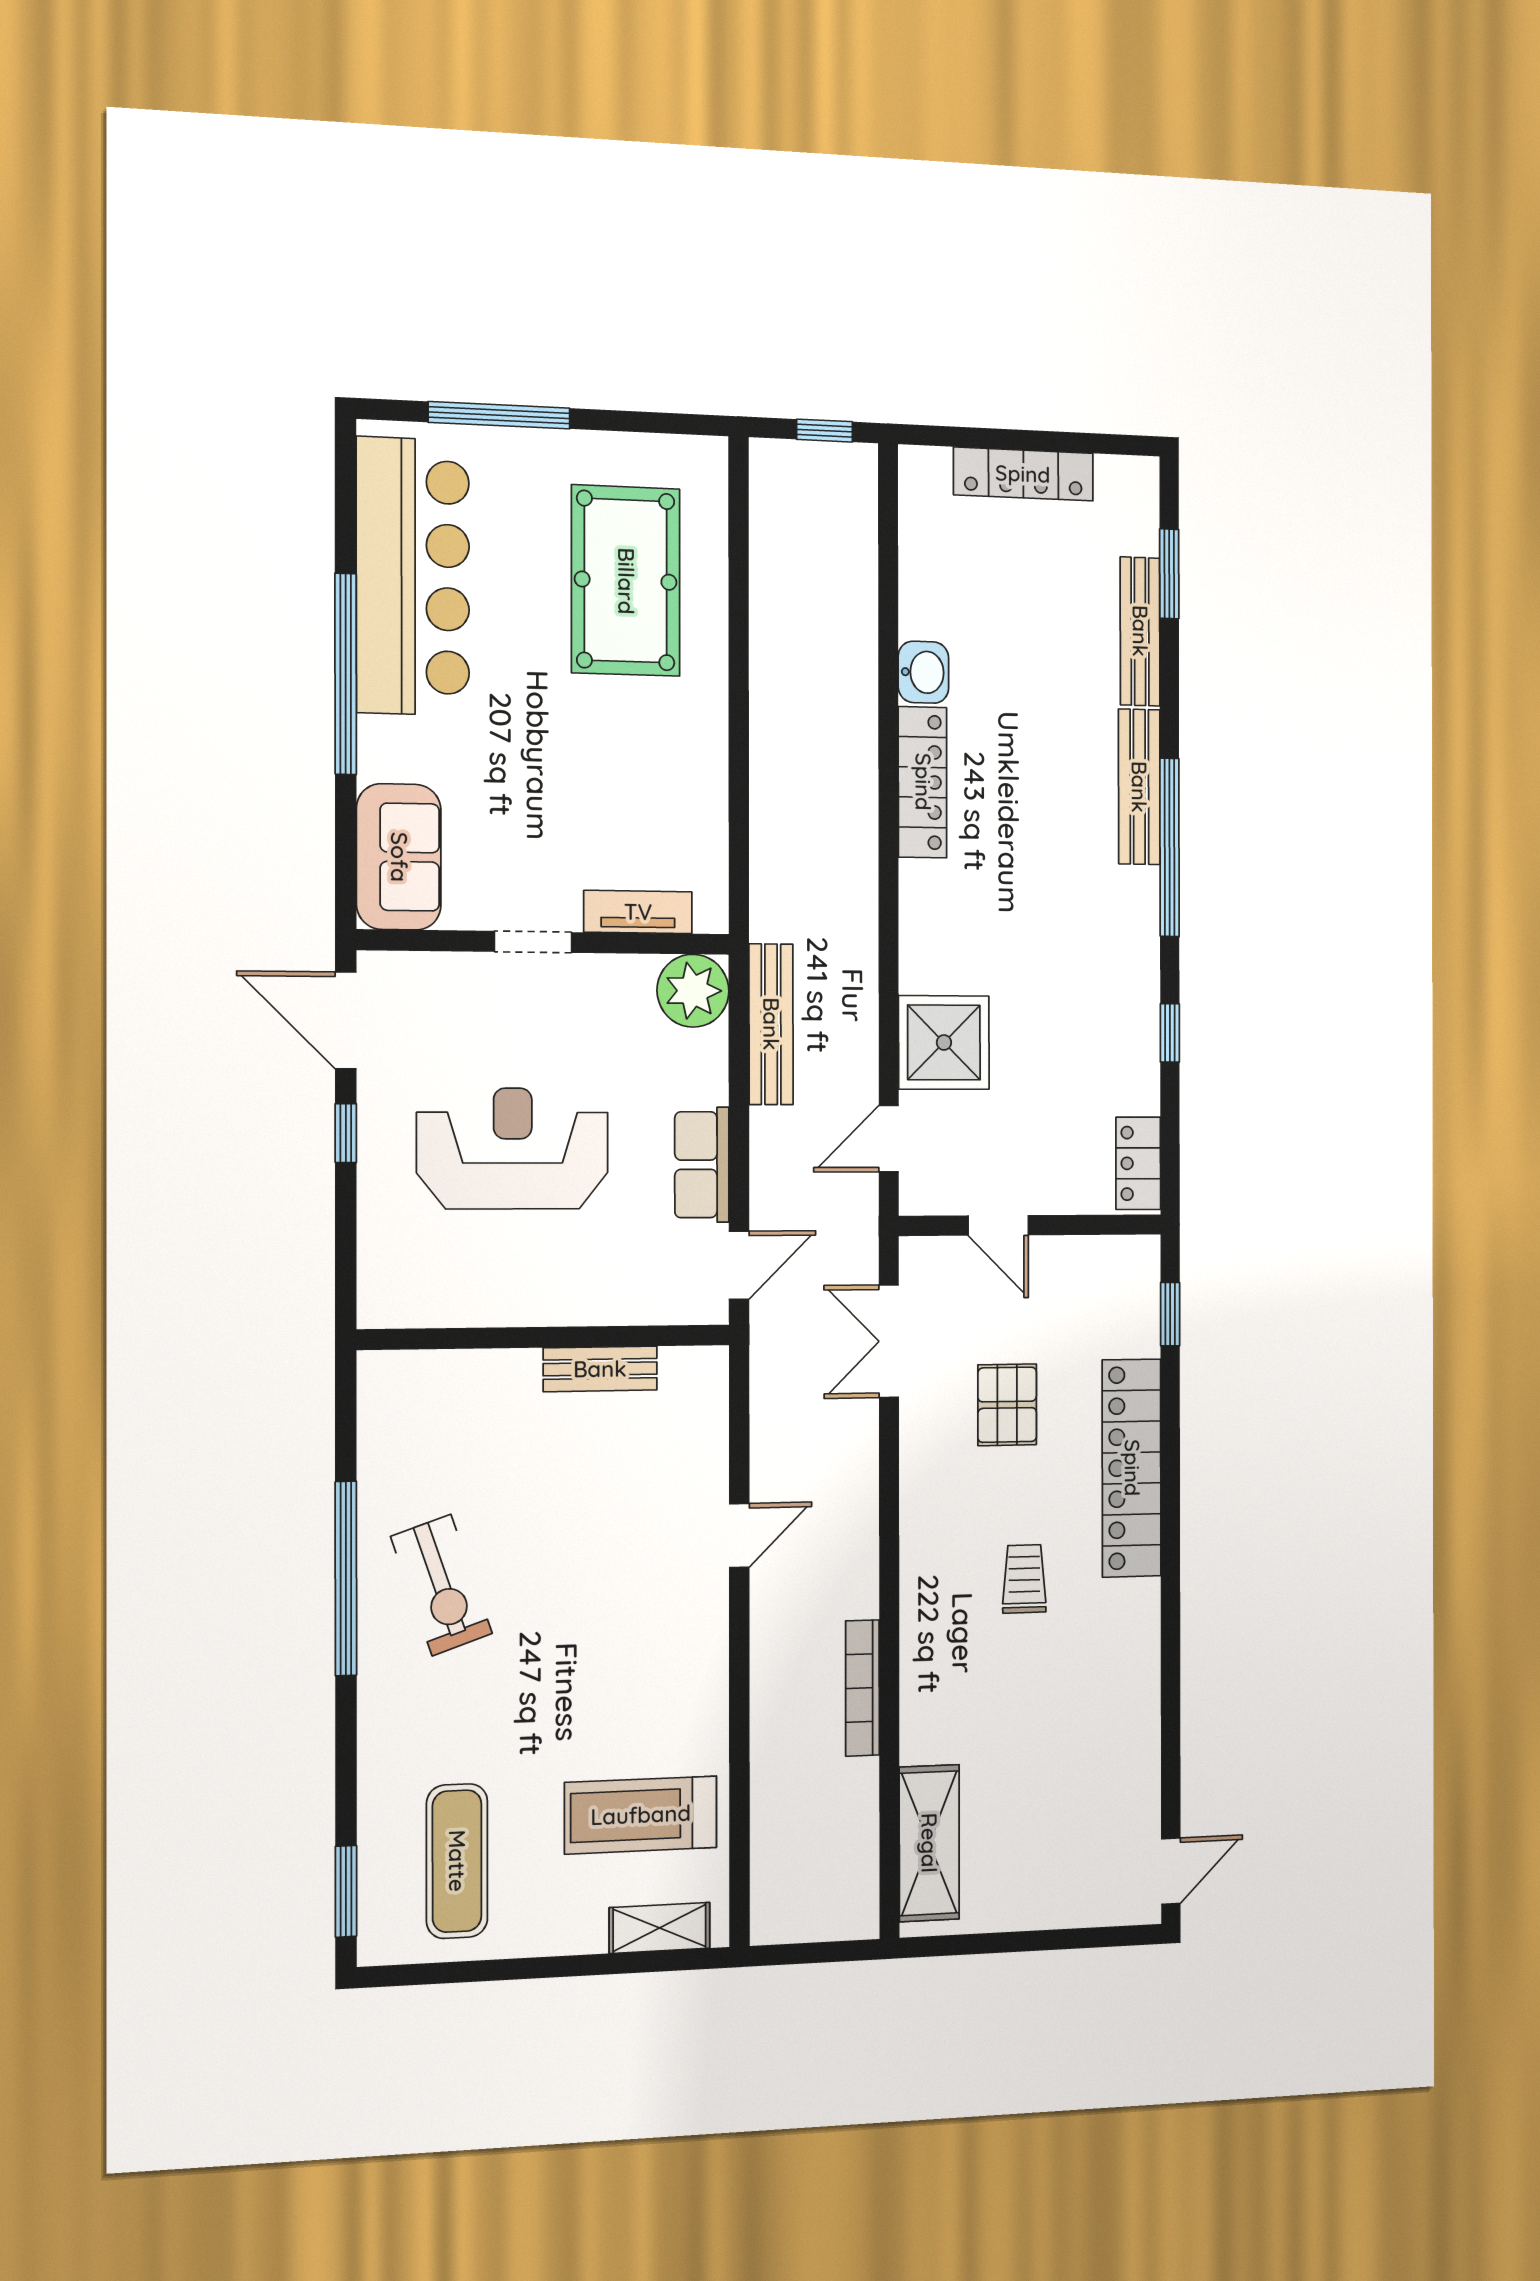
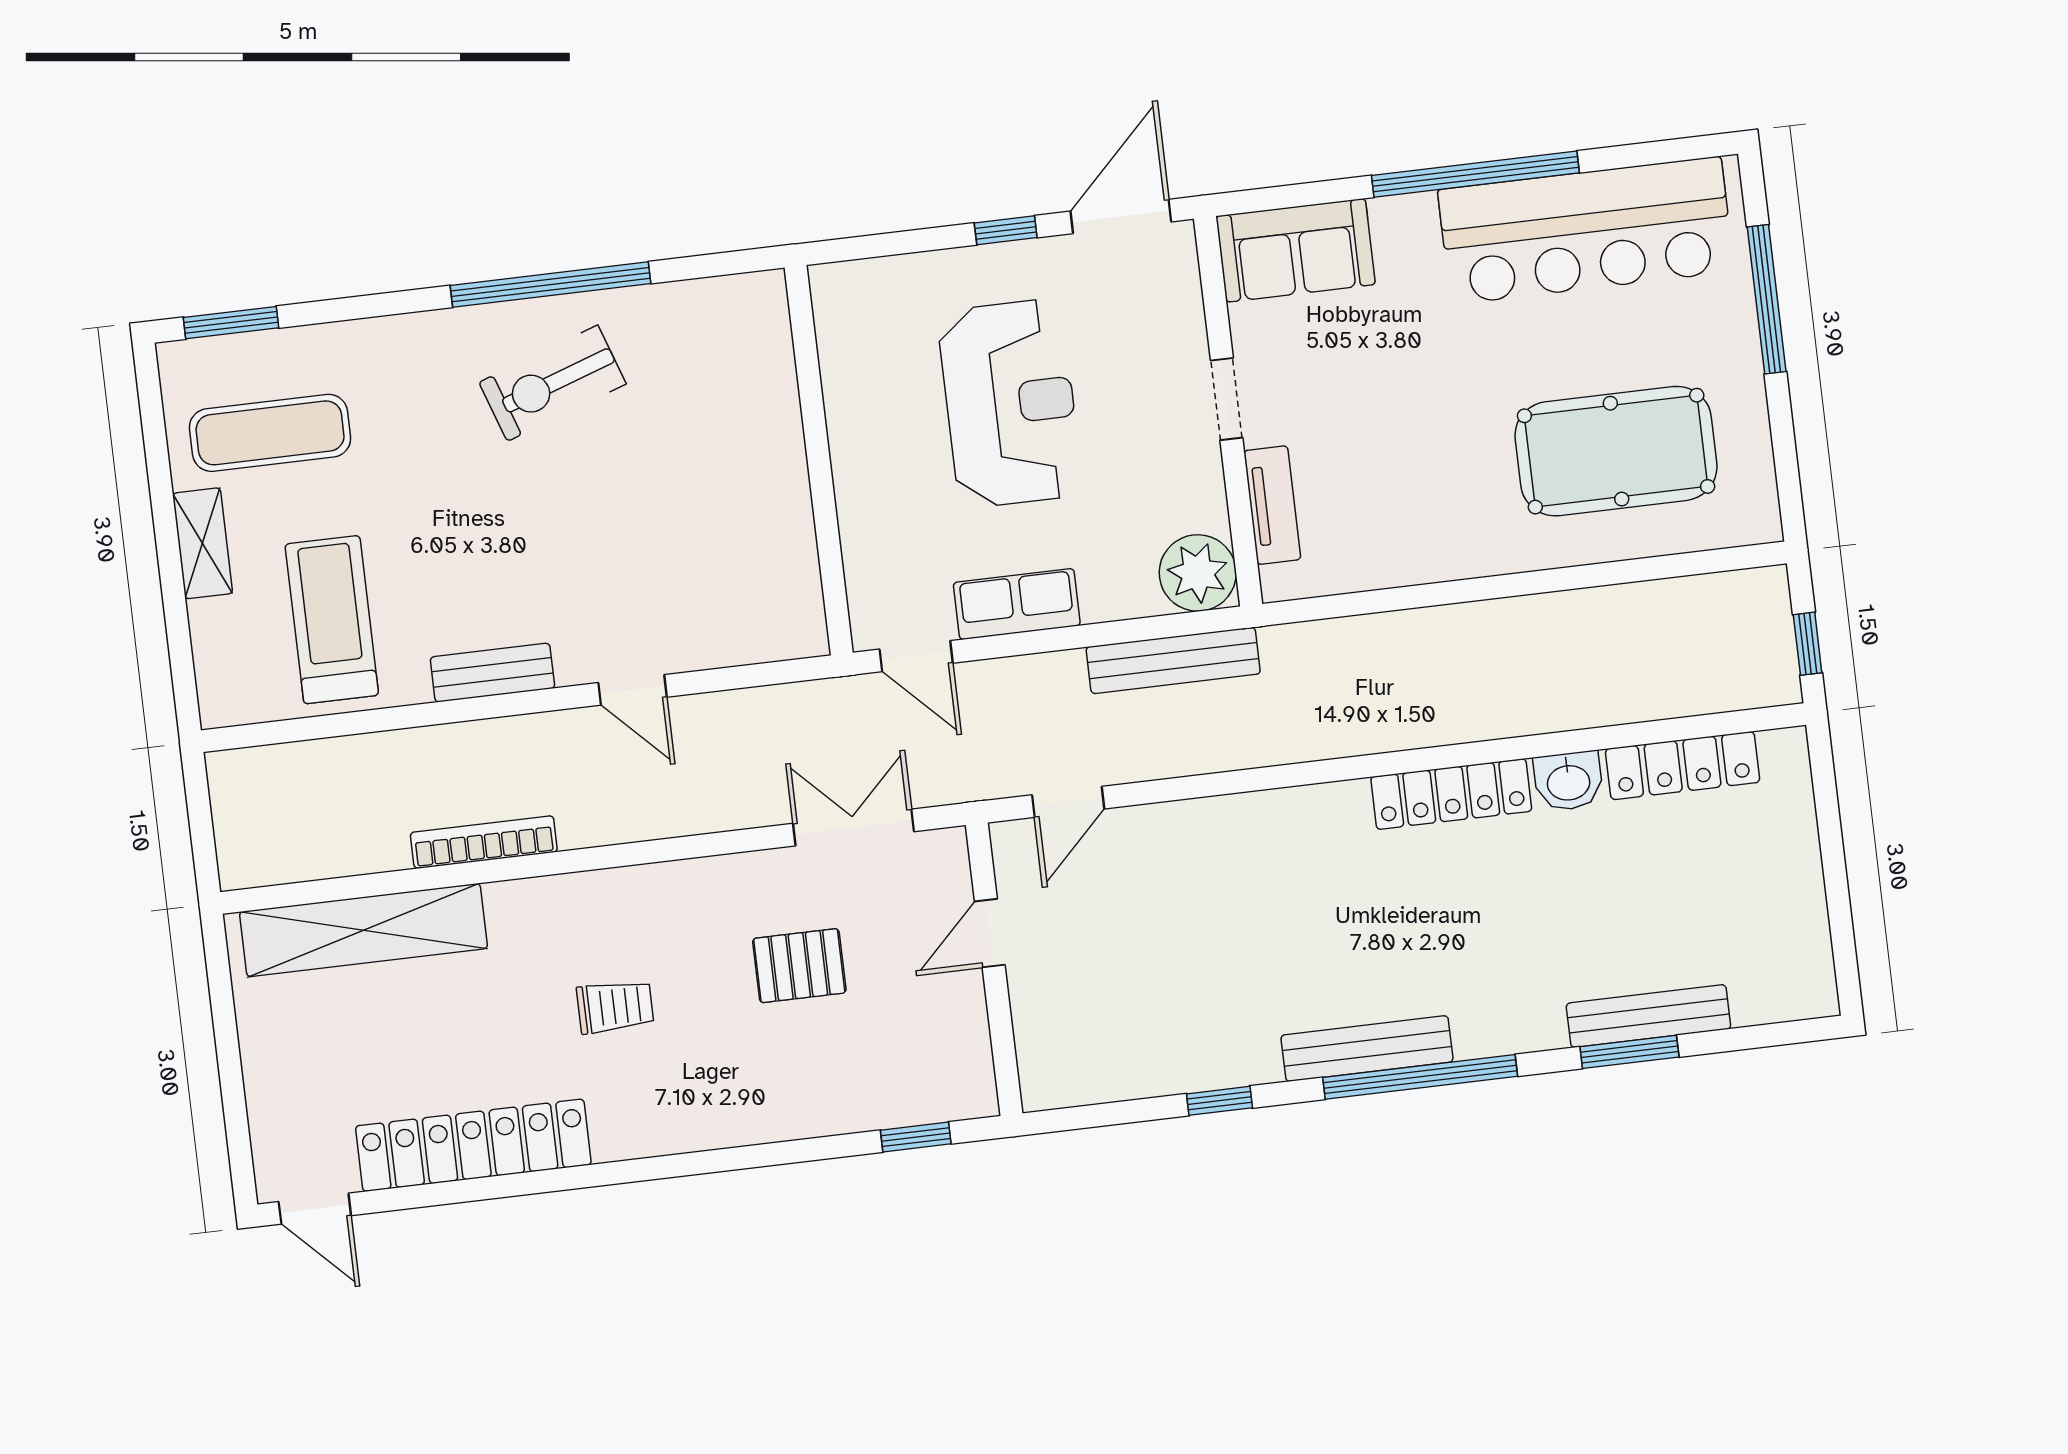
locker: (1023, 474) -> (1683, 766), moved, turned -90
window: (1169, 574) -> (1629, 1052), moved
bench: (1139, 787) -> (1367, 1049), moved
shower: (944, 1042) -> (1178, 850), removed
door: (889, 1139) -> (1068, 802), swing flipped
locker: (1138, 1163) -> (1074, 1082), removed
bench: (600, 1369) -> (492, 673), moved, turned 90
locker: (1132, 1468) -> (473, 1145), moved
shelving: (929, 1843) -> (364, 930), width x1.47
shelving: (660, 1928) -> (203, 543), moved

